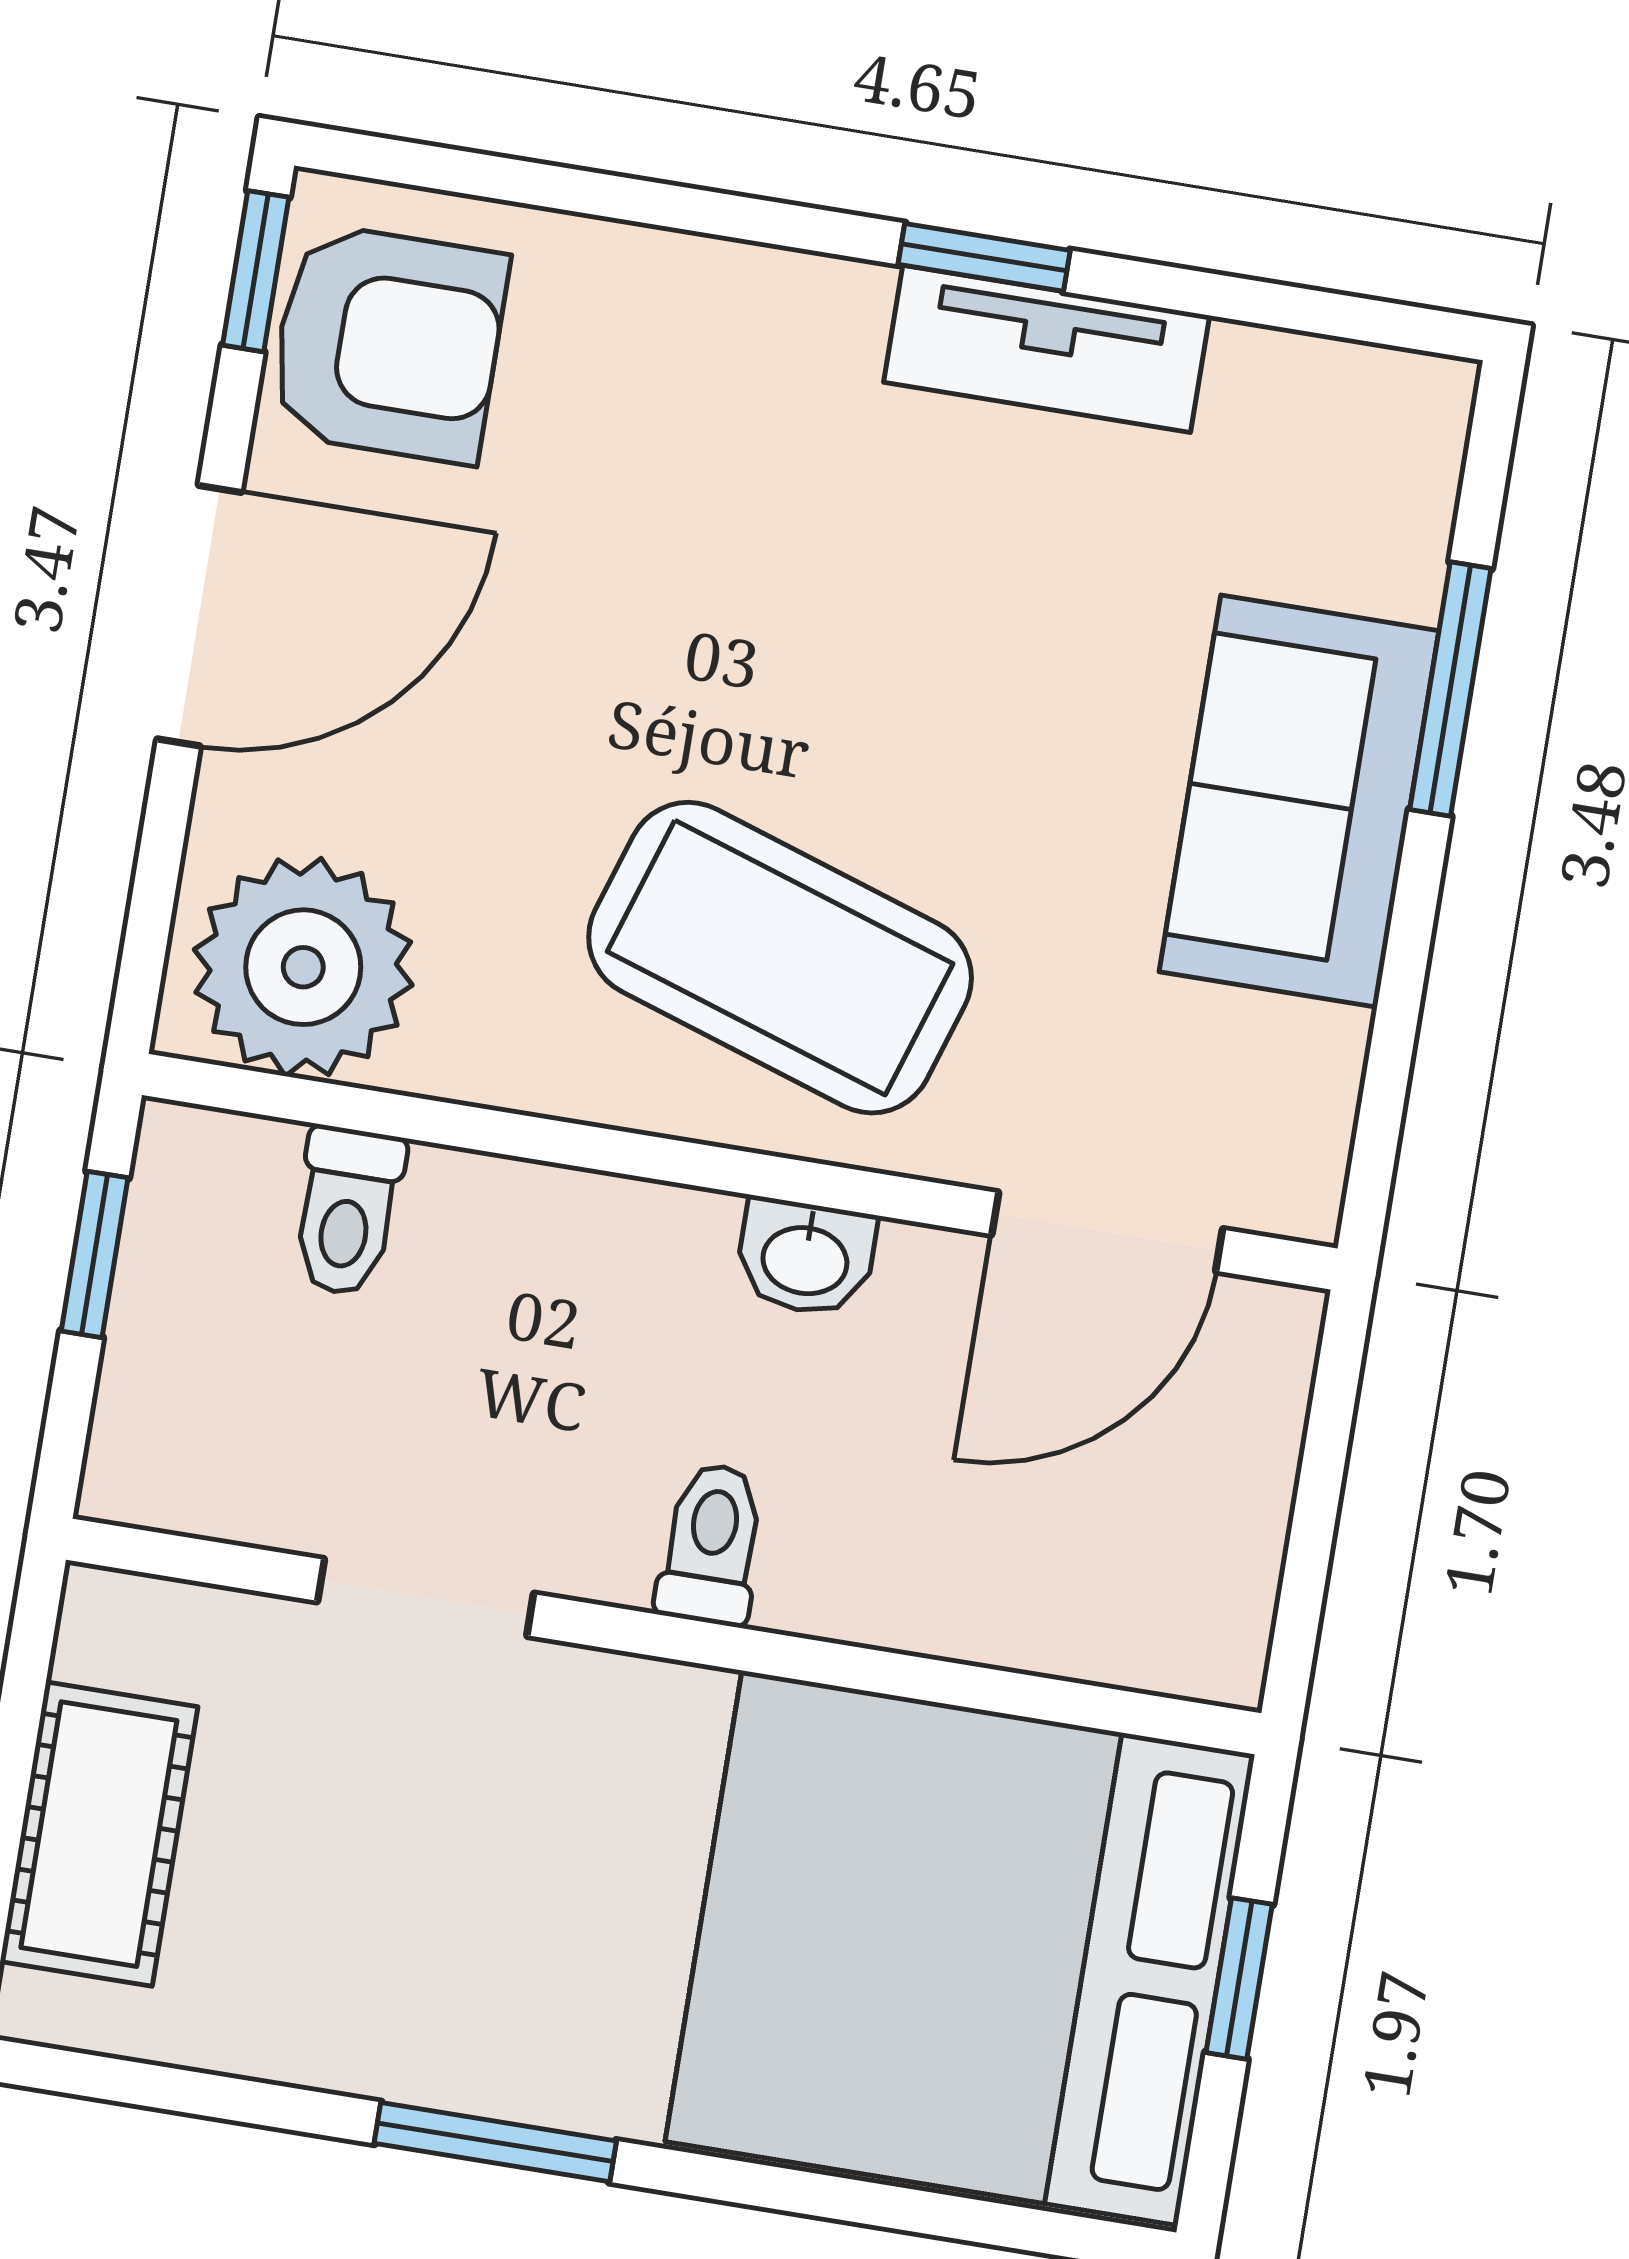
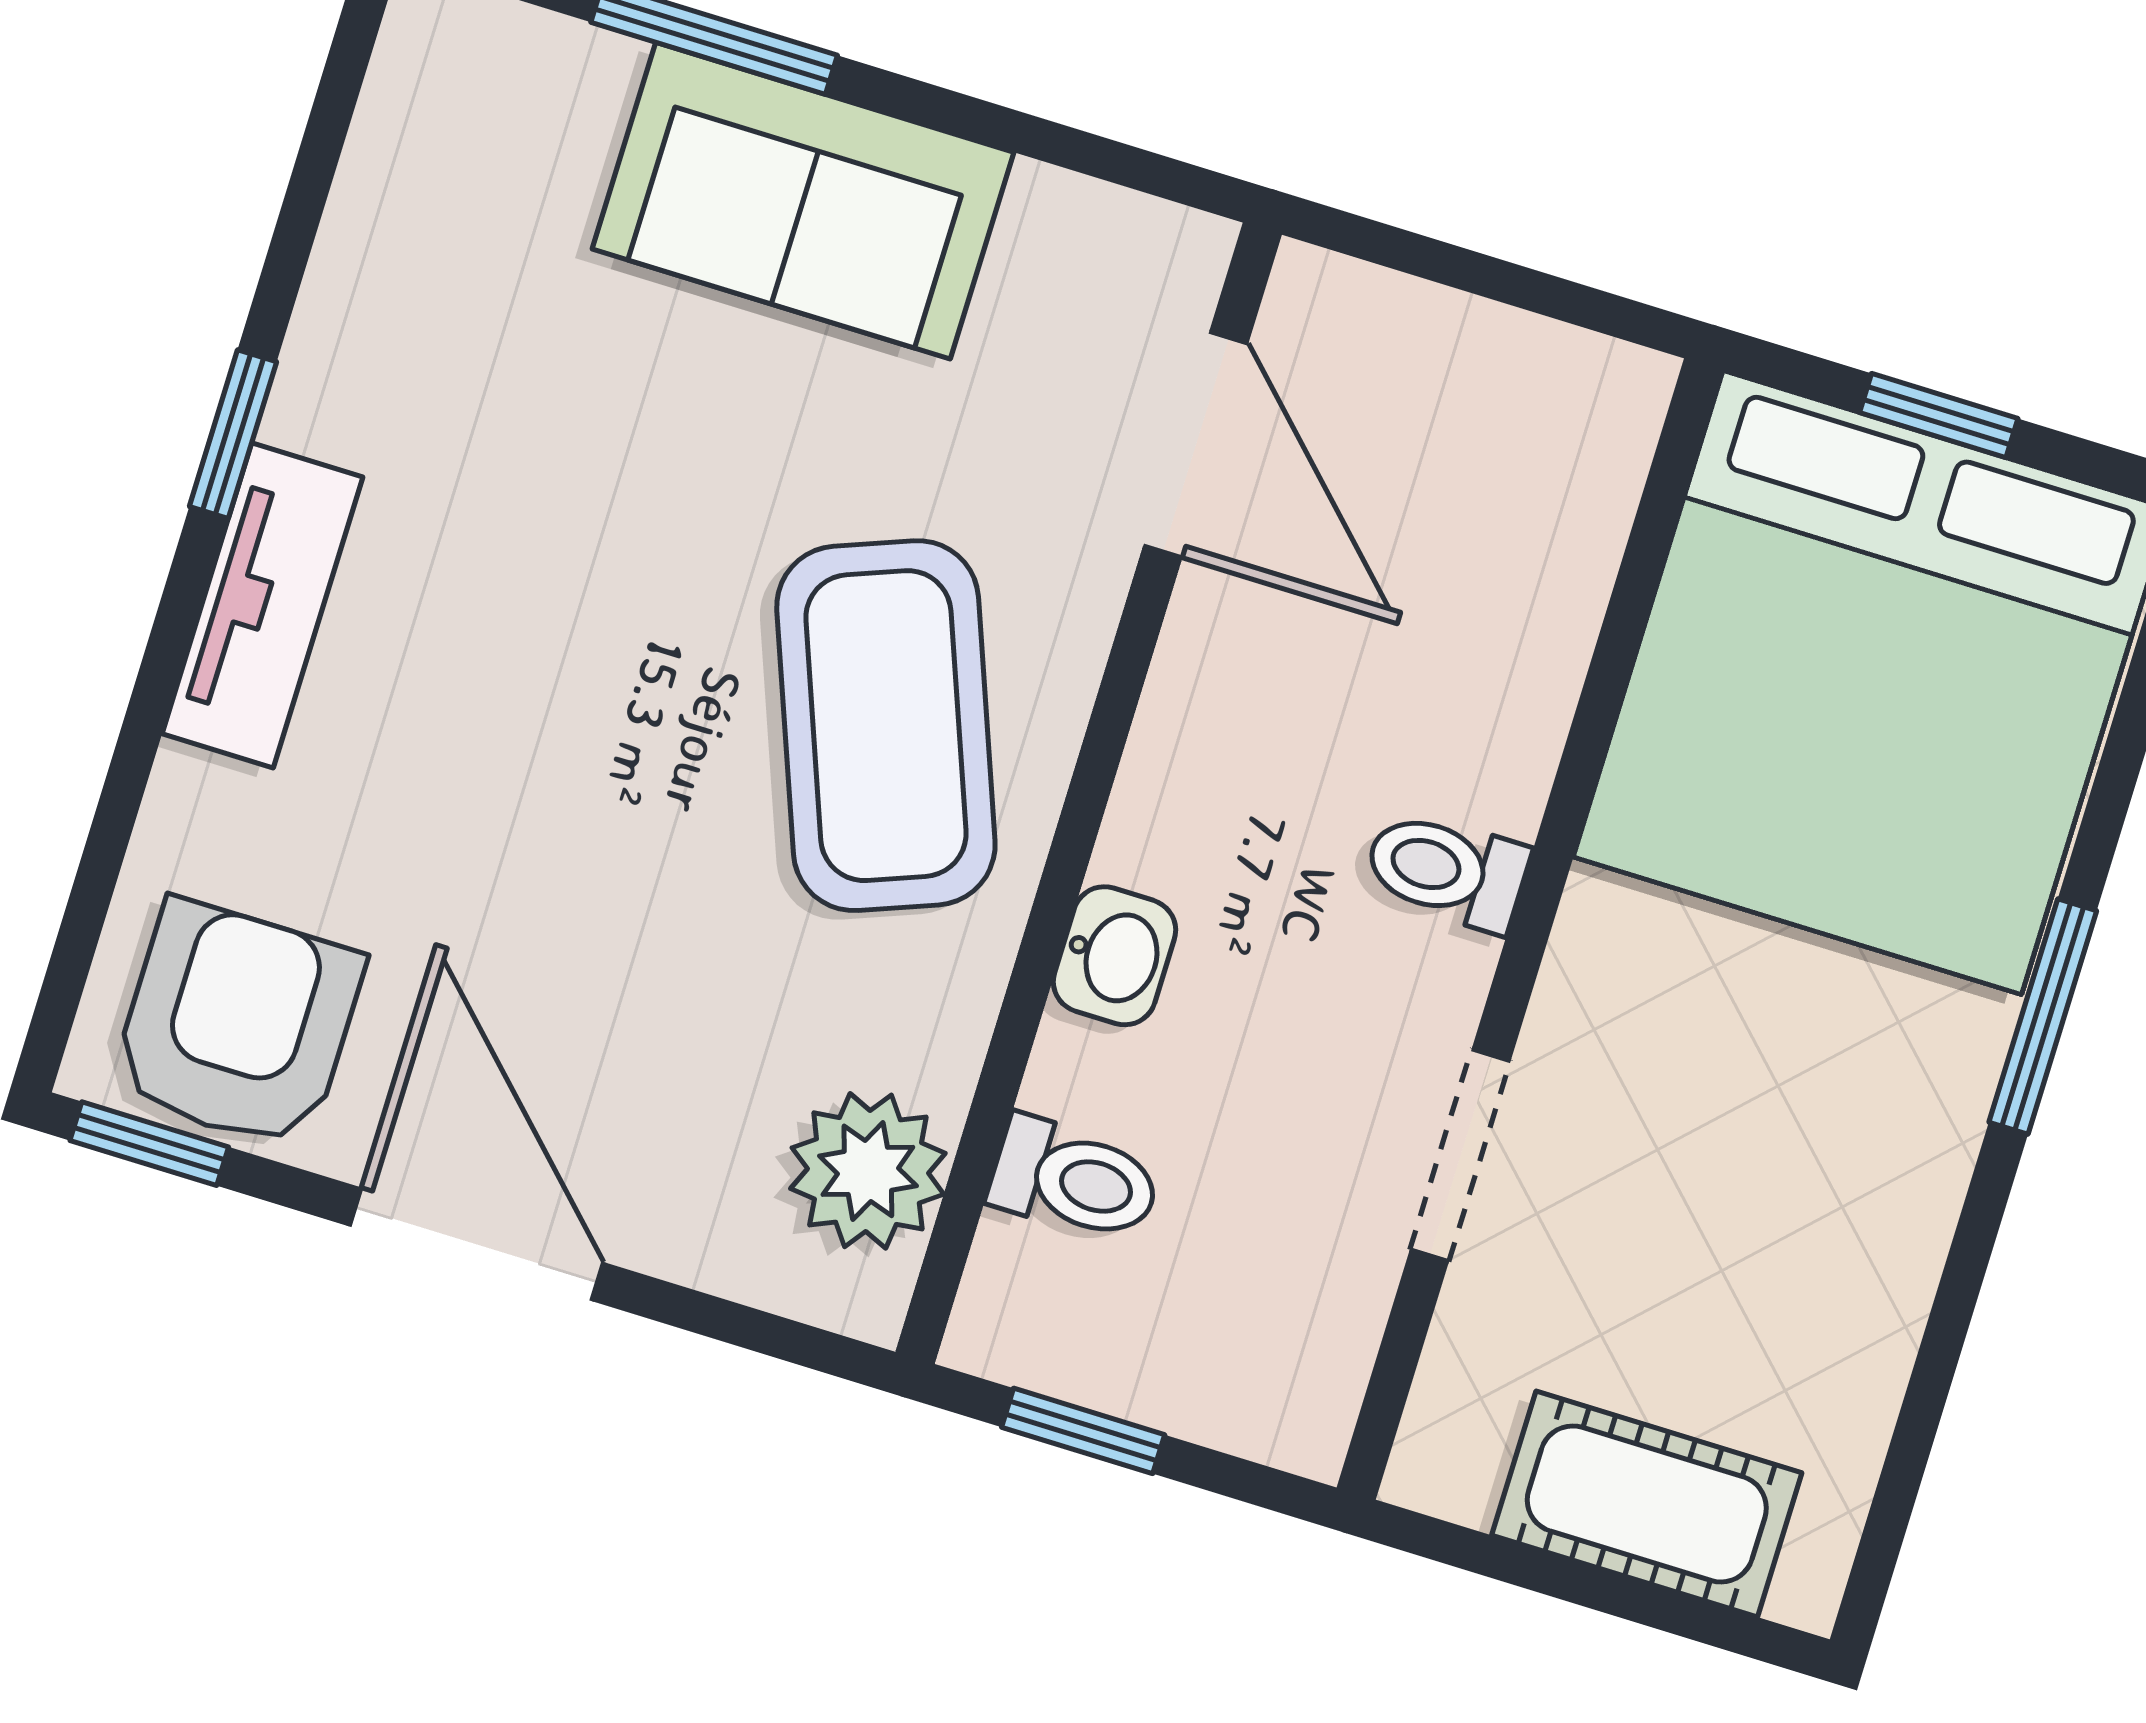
tv unit: (1047, 349) -> (262, 605), moved
coffee table: (780, 958) -> (886, 726), turned -39
plant: (303, 967) -> (868, 1171), width x0.73, depth x0.73
washbasin: (805, 1257) -> (1114, 956), moved
window: (495, 2142) -> (2043, 1017), moved

